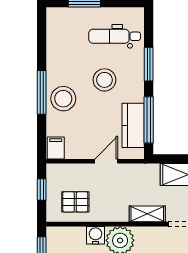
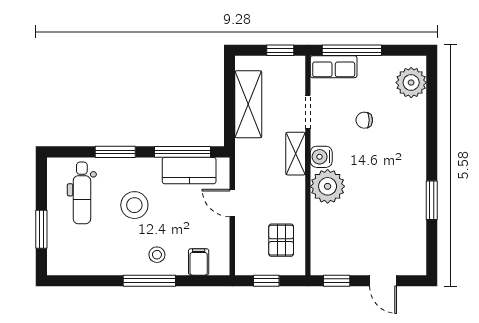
stool: (63, 99) -> (157, 255), width x0.53, depth x0.53
filing cabinet: (56, 148) -> (199, 262), moved, turned 90
water cooler: (95, 235) -> (321, 157), moved

